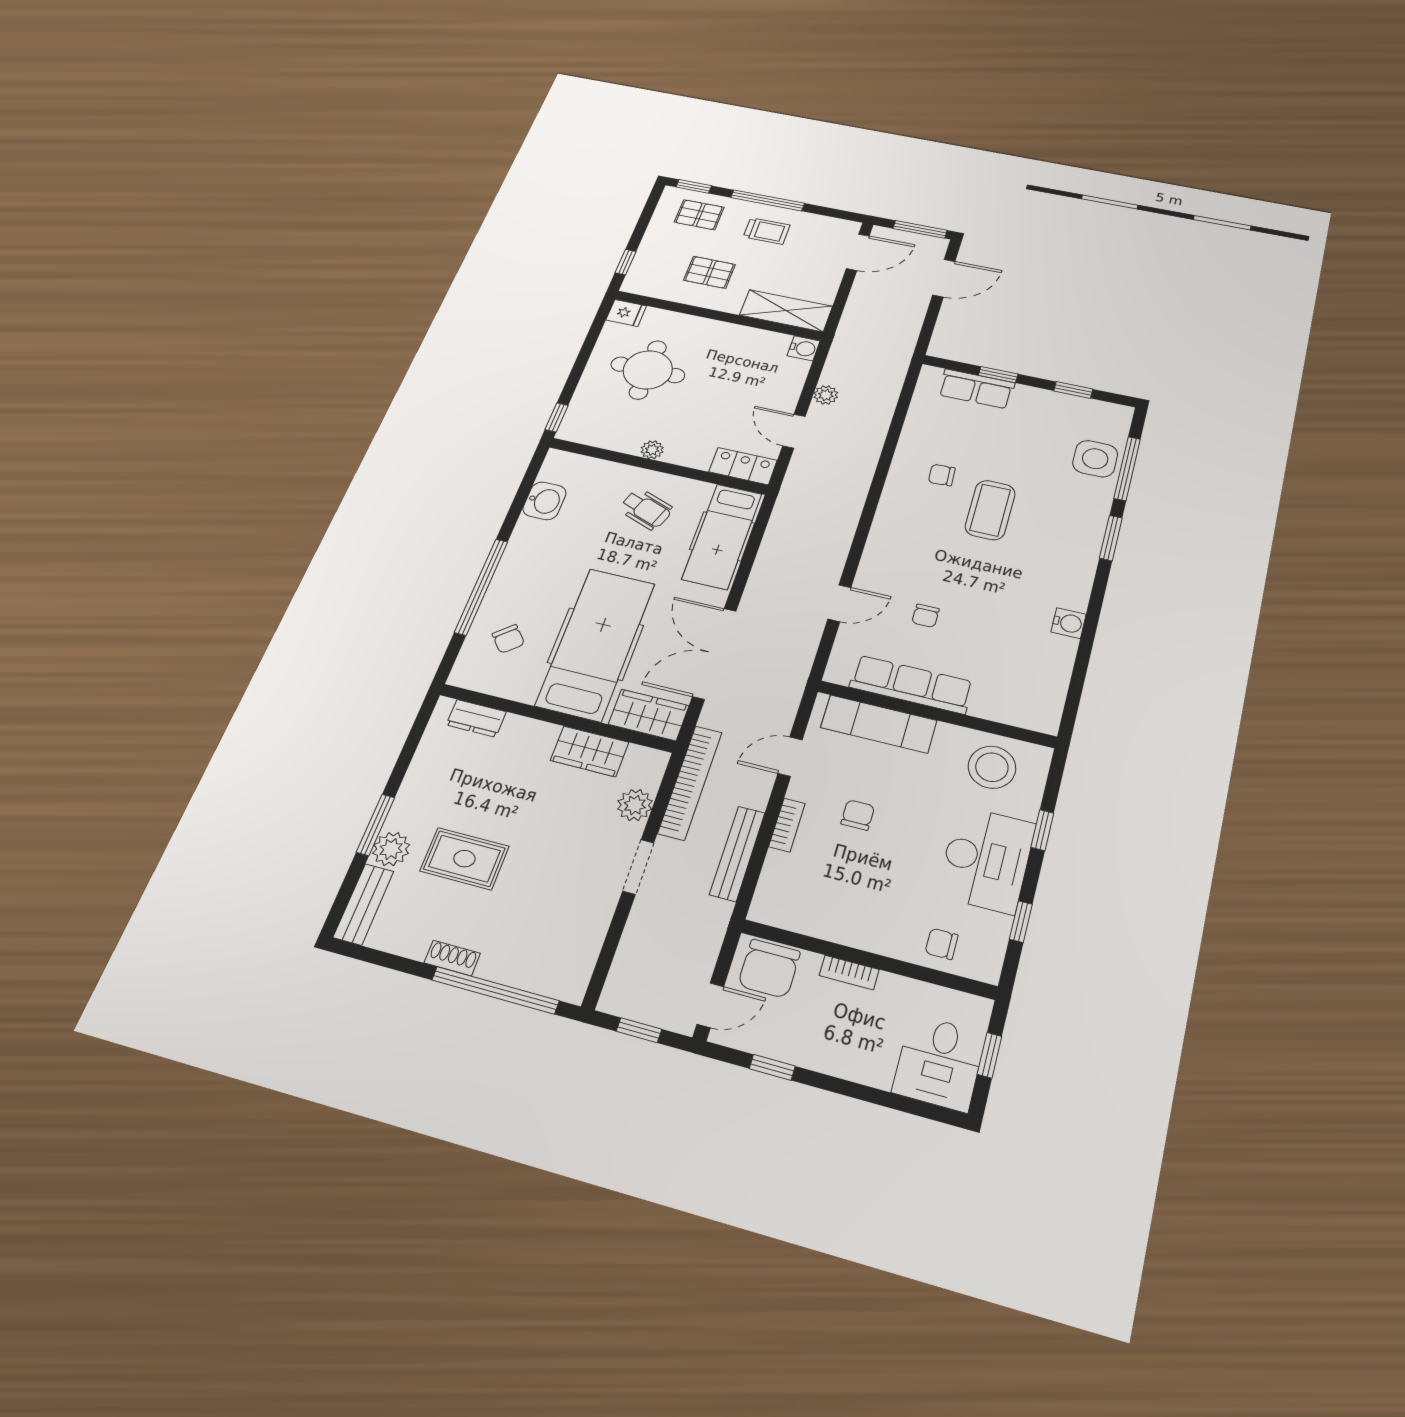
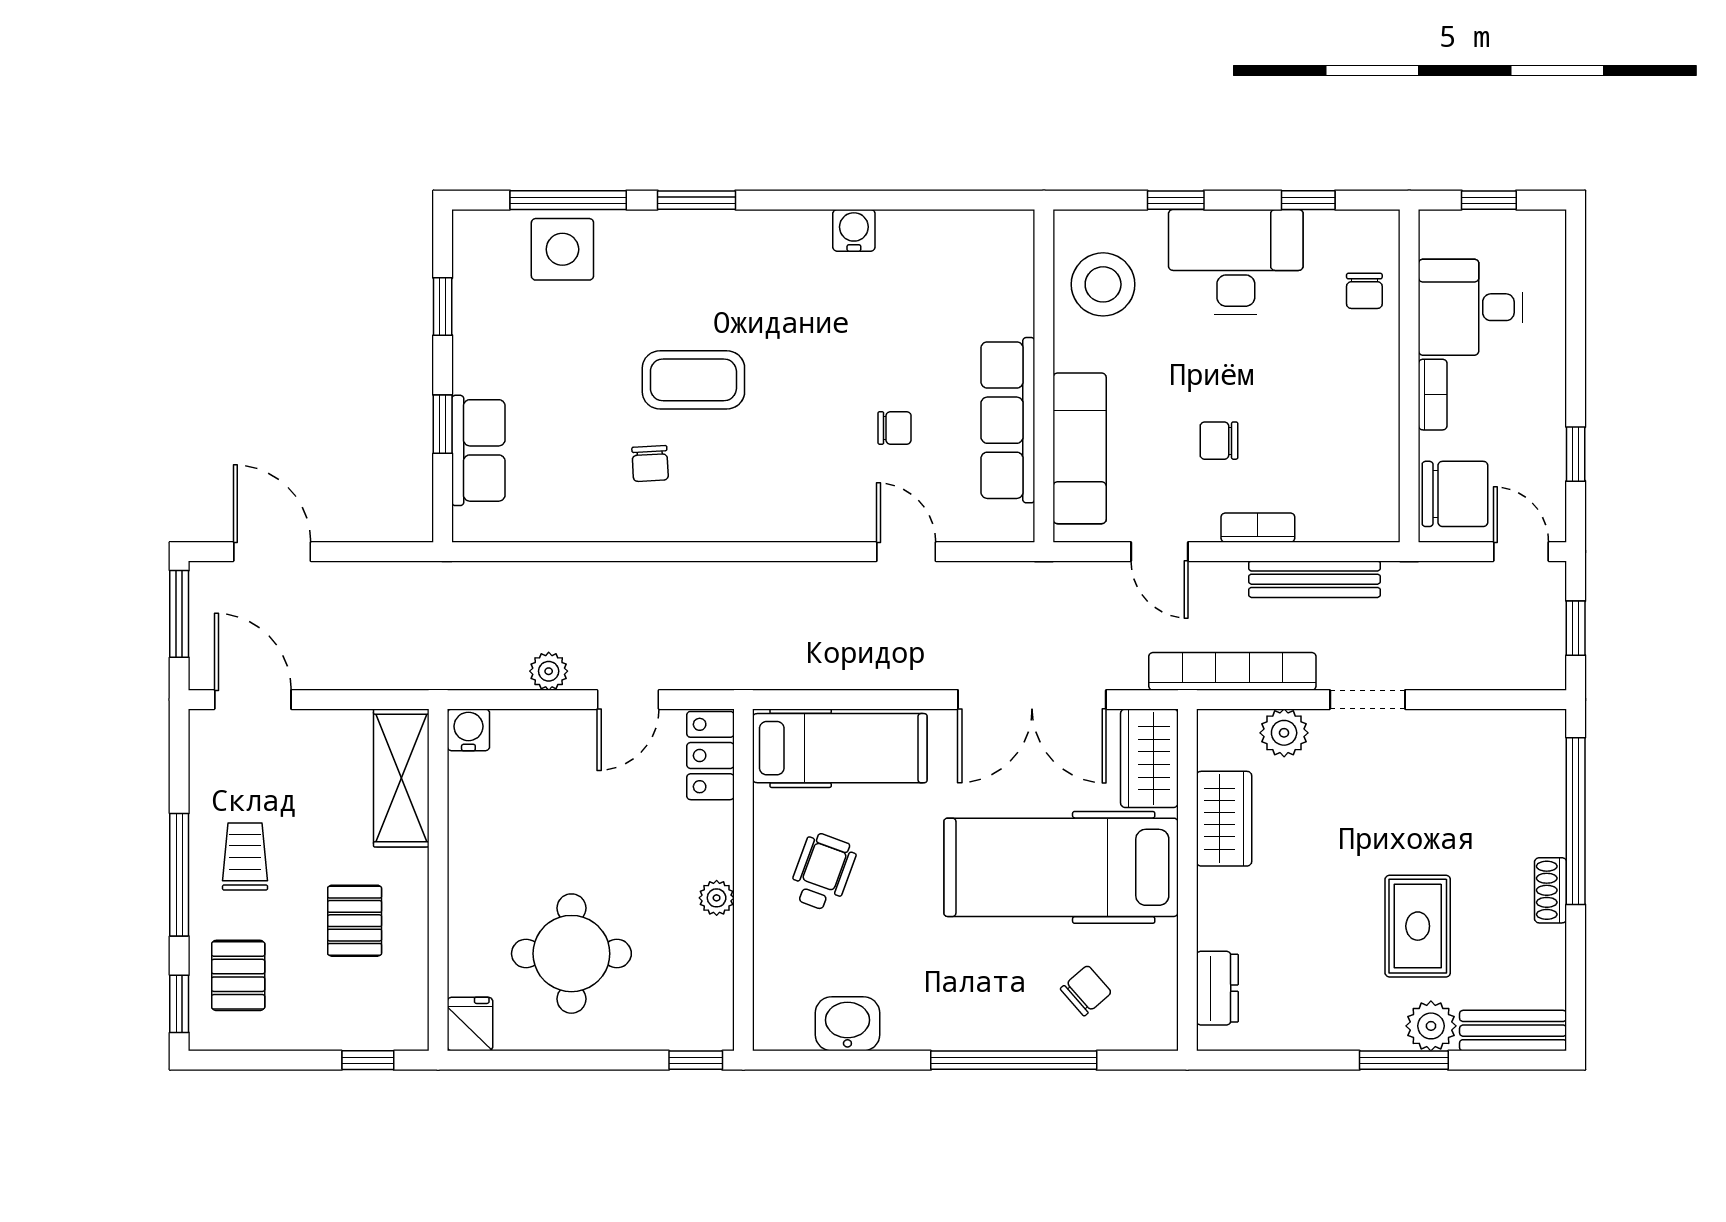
desk: (939, 1063) -> (1470, 307), moved, turned 180

